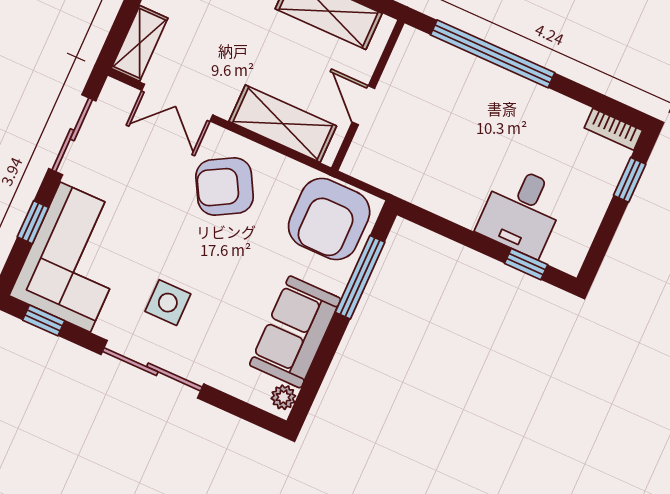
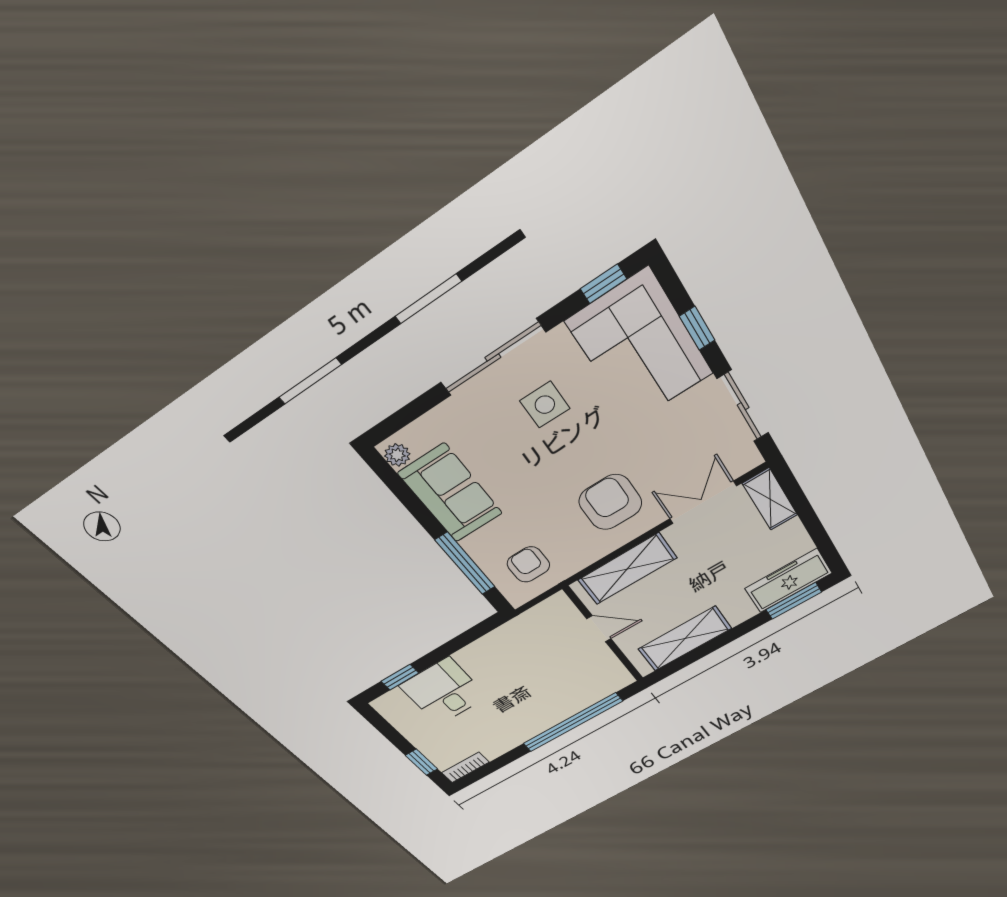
armchair: (225, 186) -> (610, 502), turned -61
armchair: (329, 219) -> (528, 564), width x0.53, depth x0.53

